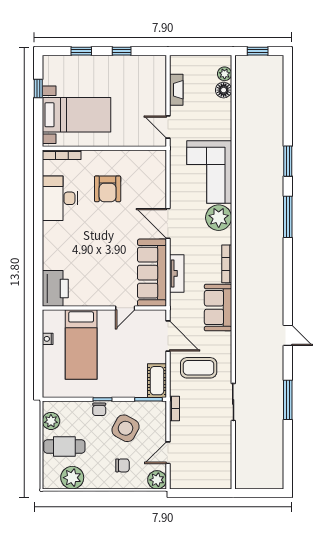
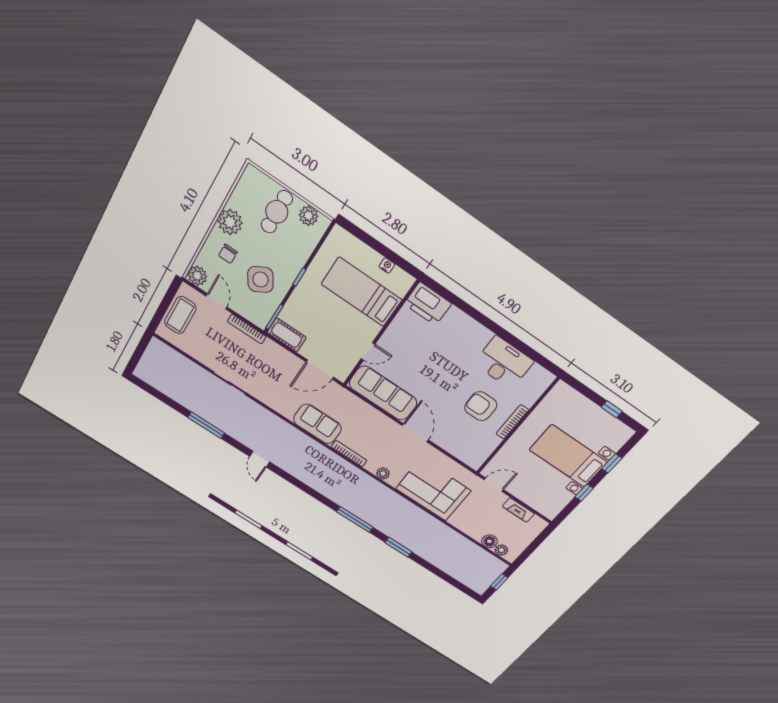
bed with nightstands: (76, 115) -> (568, 456), moved, turned 90
bookcase: (62, 155) -> (512, 422), moved
plant: (219, 218) -> (383, 473), width x0.53, depth x0.53
door: (168, 223) -> (415, 433), hinge flipped
tv unit: (177, 273) -> (368, 412), removed
door: (125, 308) -> (368, 351), swing flipped
door: (288, 335) -> (260, 459), hinge flipped
coffee table: (199, 368) -> (180, 315), moved
bookcase: (174, 408) -> (247, 329), width x1.56
chair: (99, 409) -> (292, 268), removed
side table: (125, 428) -> (260, 280), turned 30
plant: (72, 478) -> (230, 222), moved

